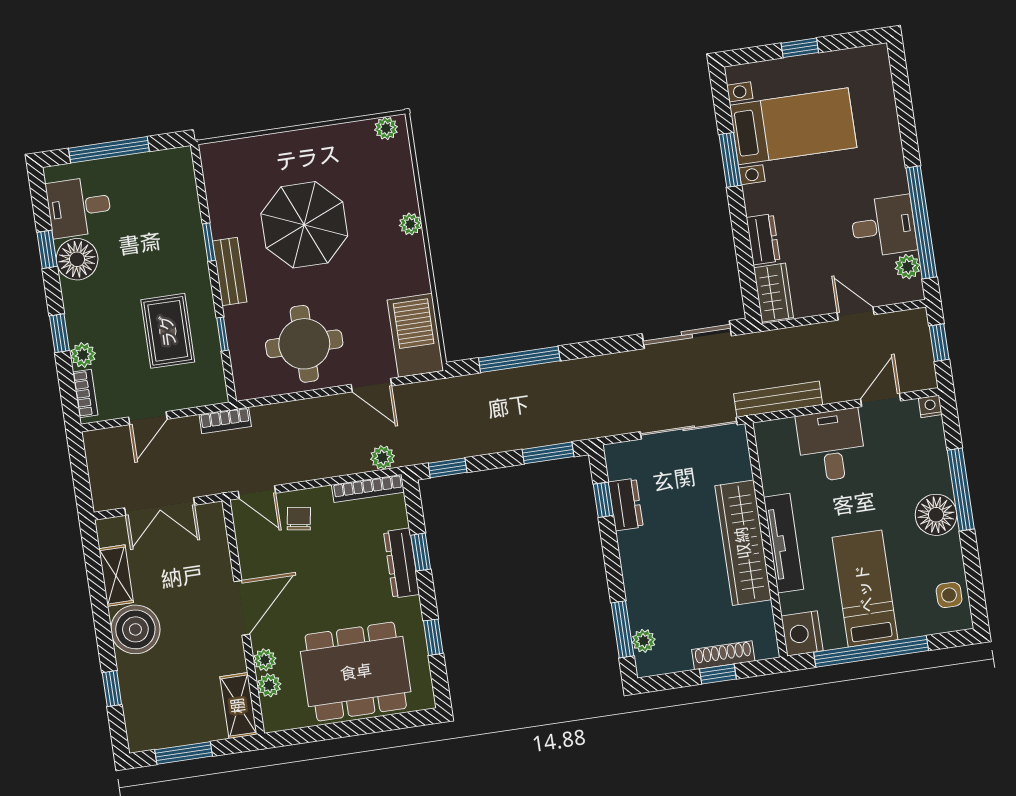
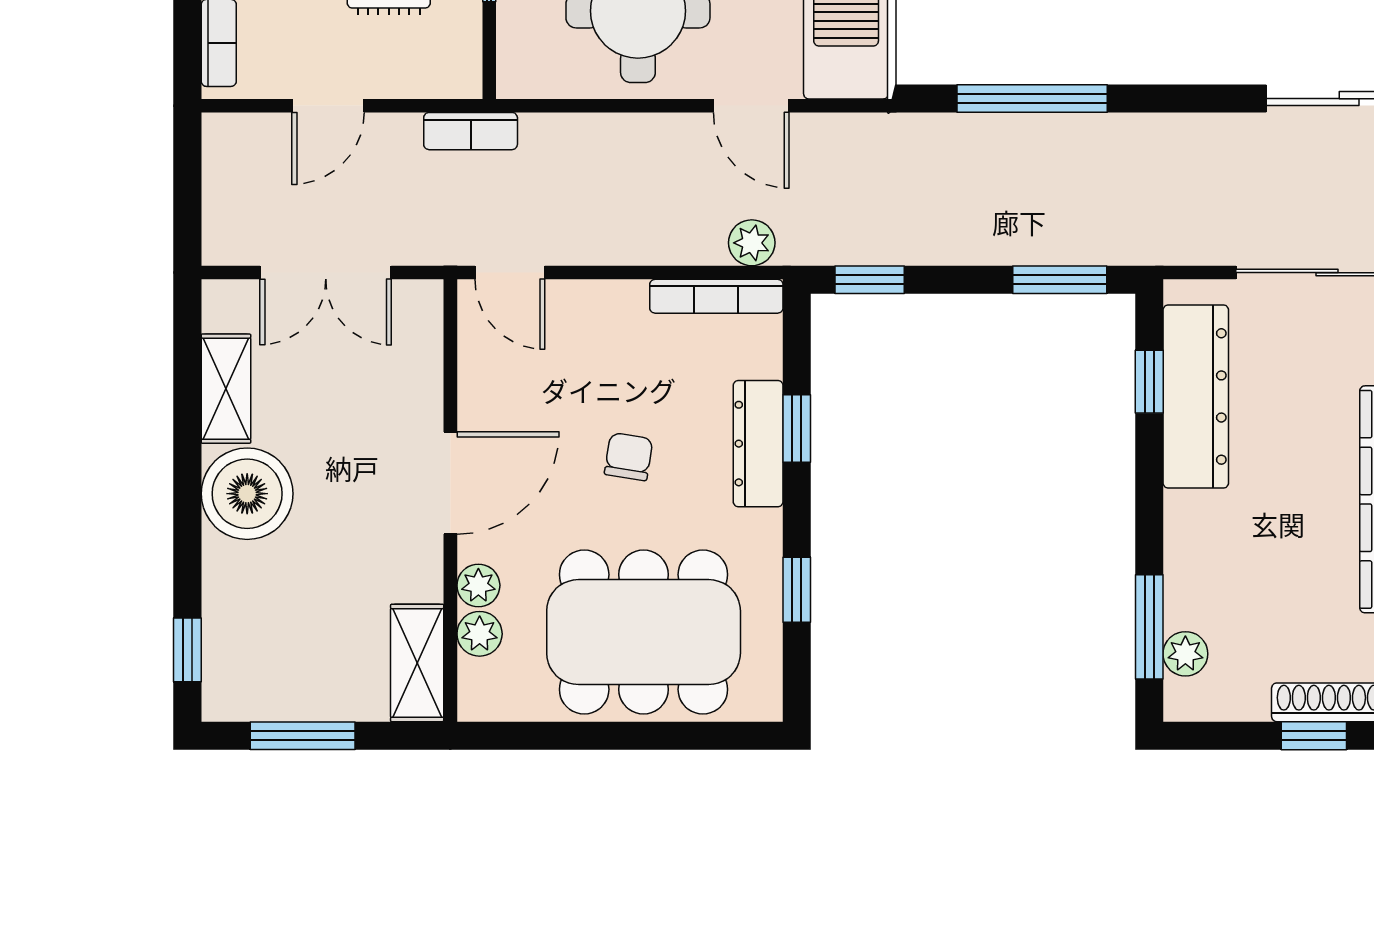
dresser: (626, 505) -> (1196, 396), width x1.96, depth x1.24
chair: (299, 519) -> (629, 457), moved
window: (112, 689) -> (187, 650), moved

